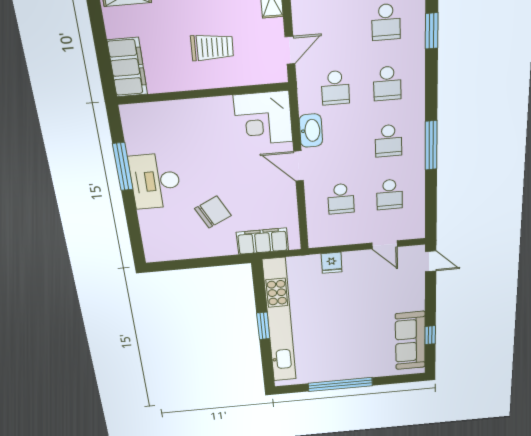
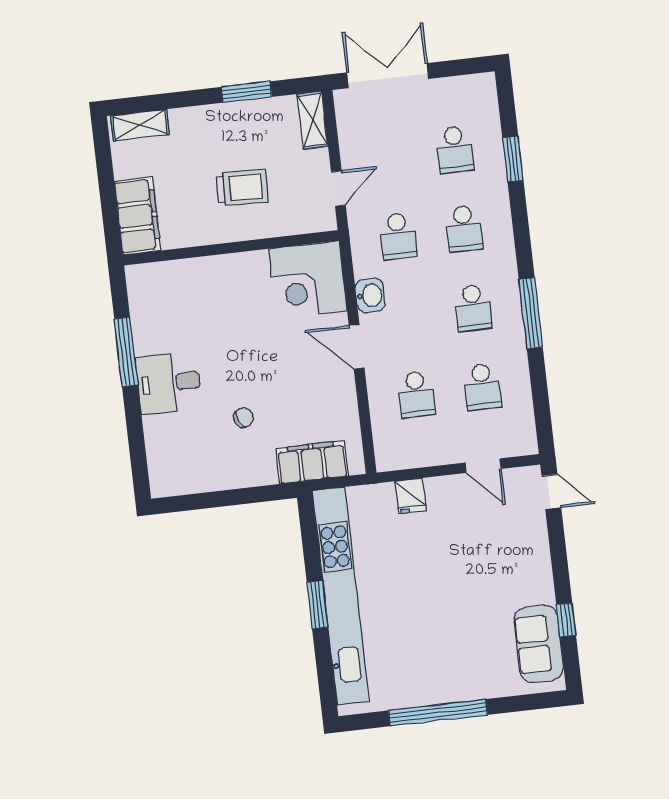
washbasin: (311, 131) -> (370, 296), width x0.72
desk: (155, 181) -> (169, 383), width x0.73
chair: (213, 212) -> (244, 417), width x0.54, depth x0.54
sofa: (410, 341) -> (539, 644), width x0.73

